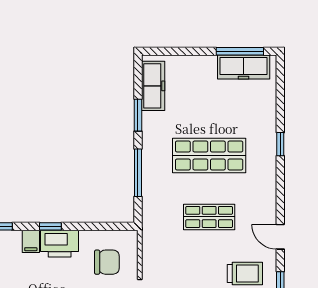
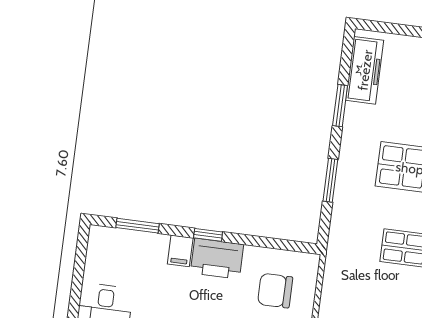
window: (138, 173) -> (330, 180), width x0.69
chair: (107, 262) -> (275, 291), turned 180

